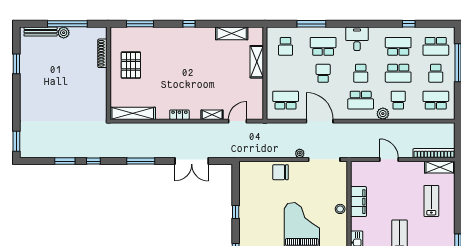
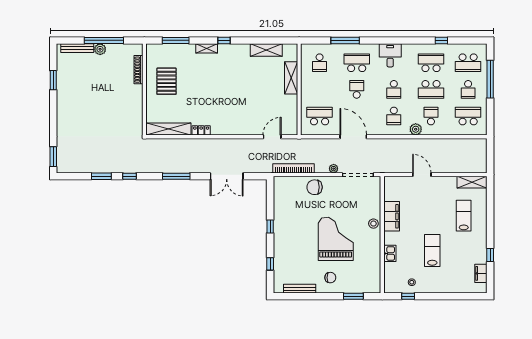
school desk: (361, 100) -> (394, 116), width x0.54
locker: (179, 115) -> (201, 130), moved
shelving: (212, 115) -> (207, 48), moved
bookcase: (434, 153) -> (293, 168), moved

